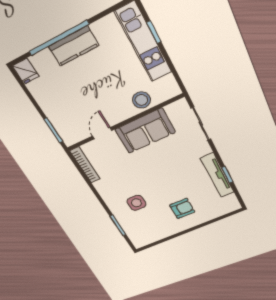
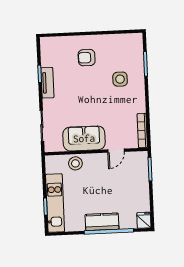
tv unit: (217, 175) -> (47, 83), width x0.71

